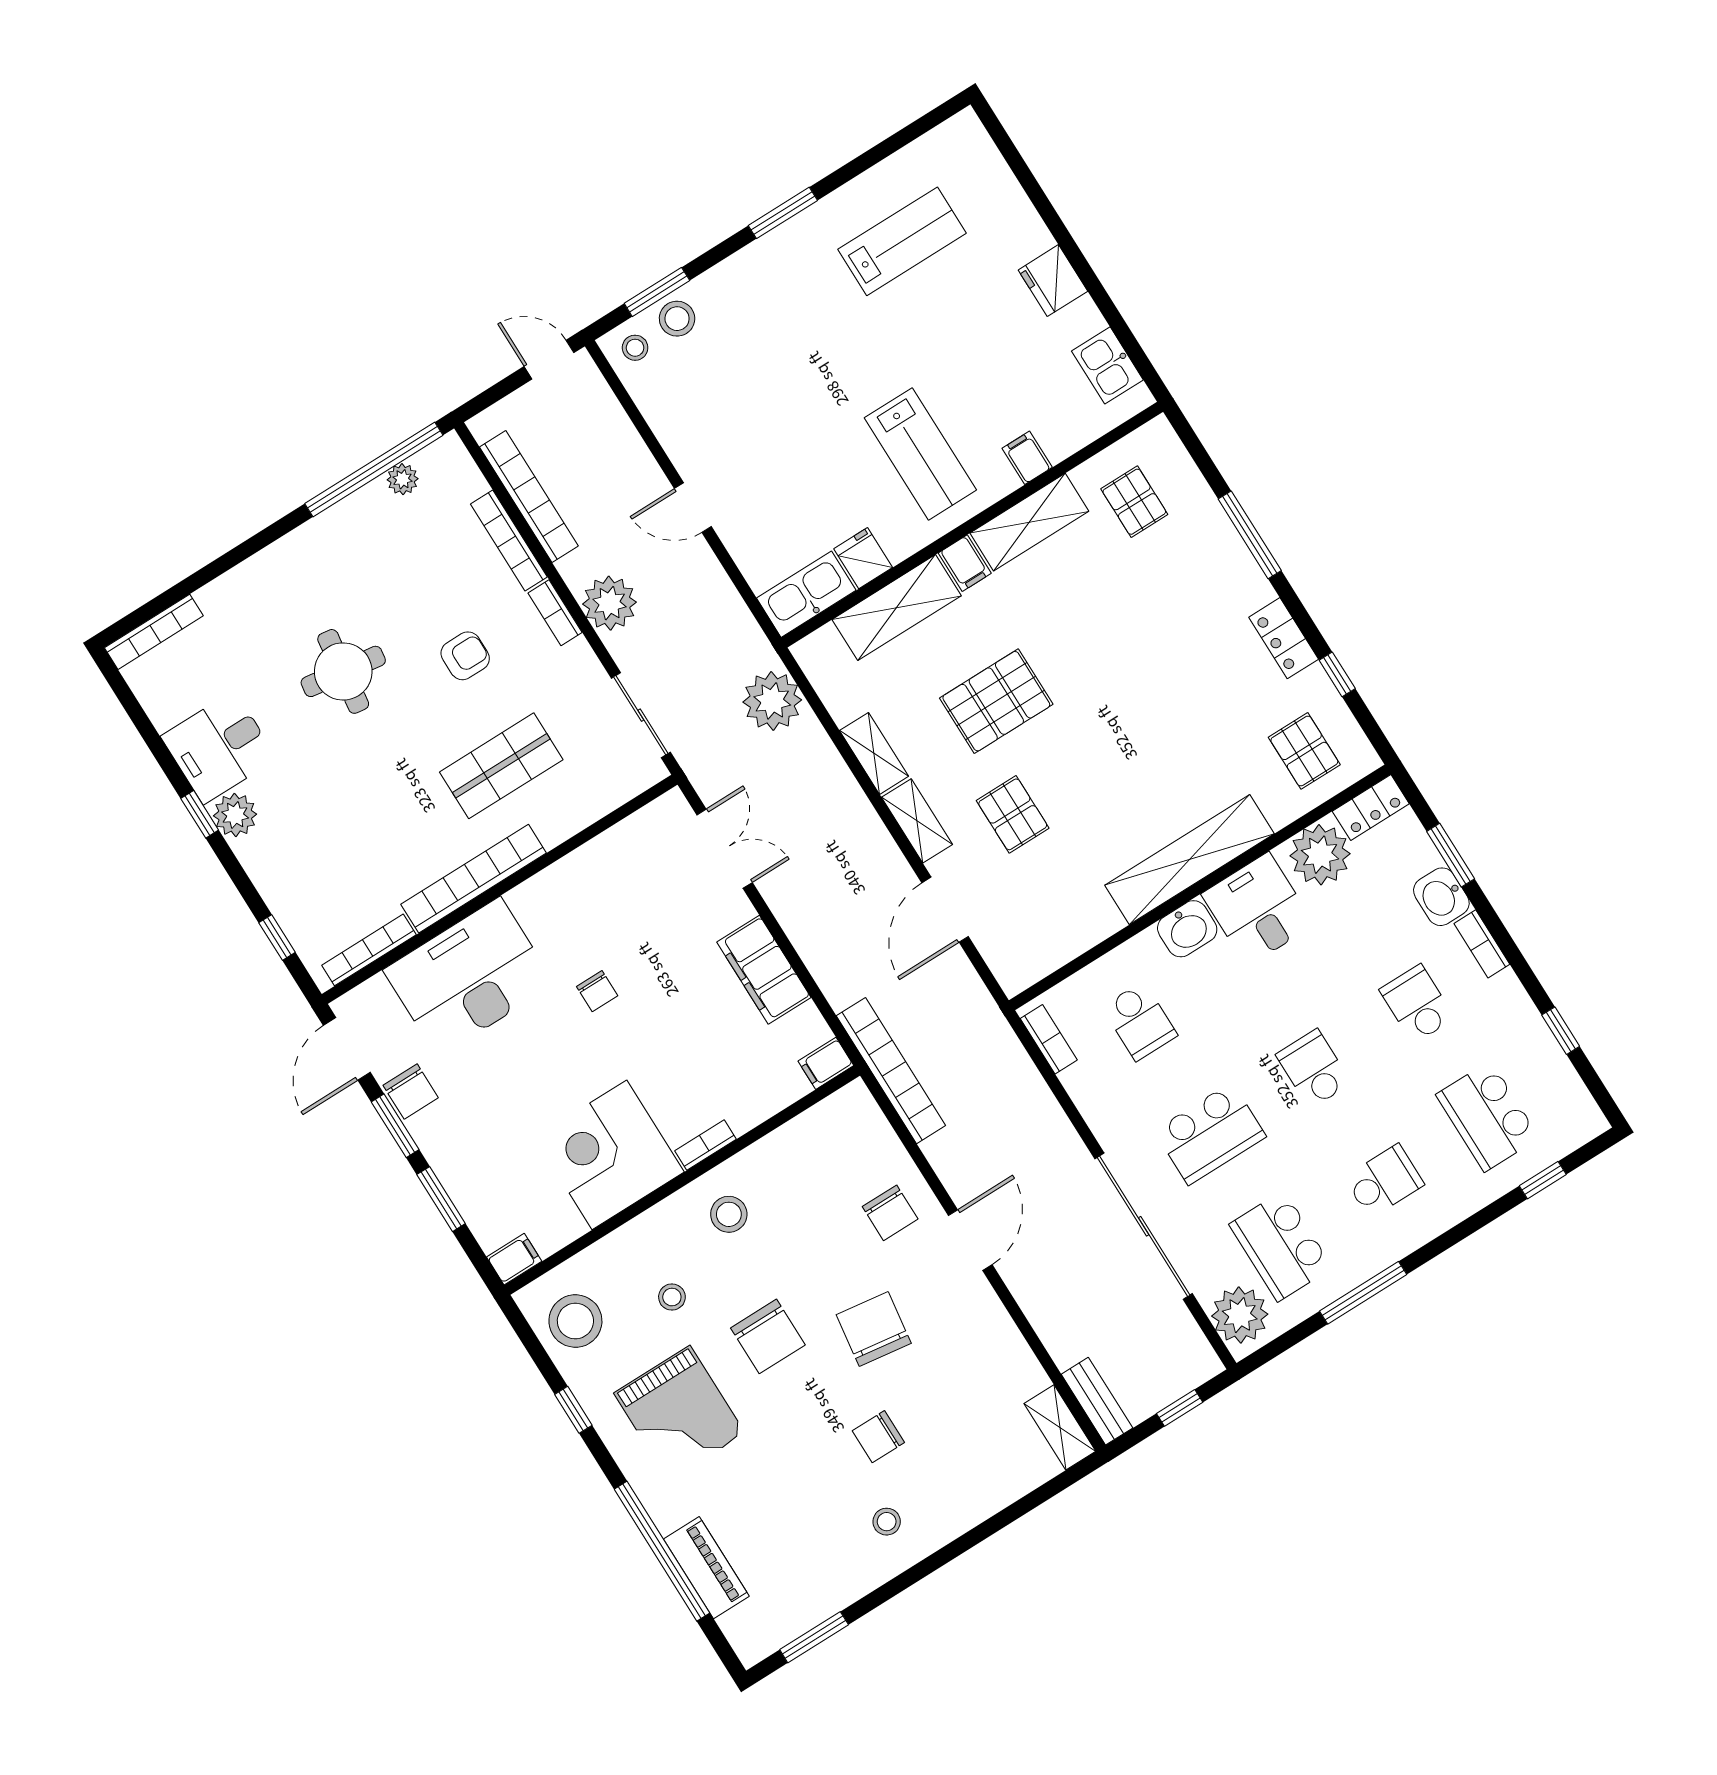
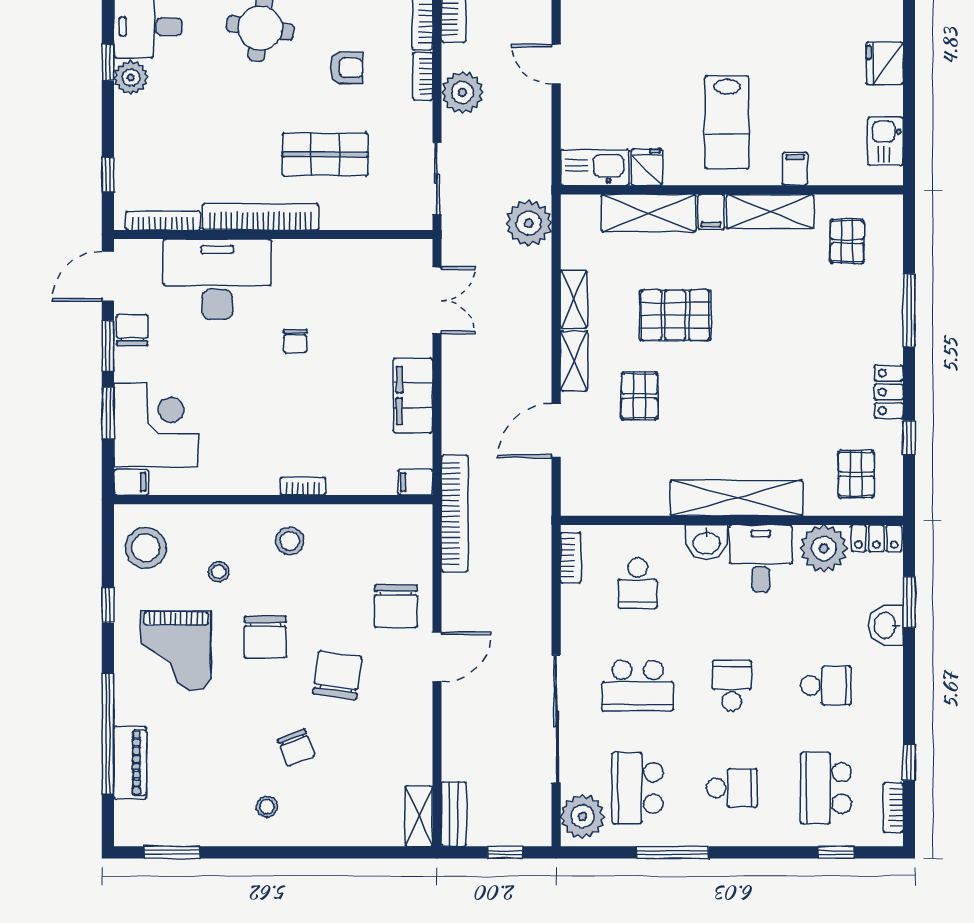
bookcase: (1482, 944) -> (893, 808), moved
school desk: (1417, 1004) -> (826, 686), turned 90
chair: (411, 1091) -> (132, 330), turned 180
corner desk: (609, 1155) -> (156, 425), moved, turned 90
chair: (890, 1213) -> (396, 606), width x1.37, depth x1.37
chair: (878, 1437) -> (296, 748), turned -111

